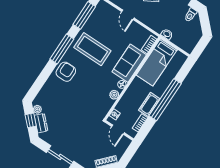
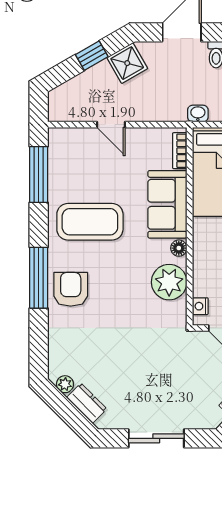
window: (62, 49) -> (39, 278), moved
plant: (114, 95) -> (169, 282), width x1.87, depth x1.87
window: (31, 120) -> (66, 410), removed

